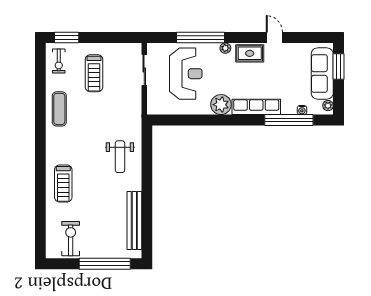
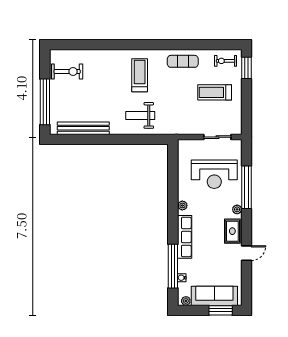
plant: (221, 105) -> (182, 205), width x0.53, depth x0.53
treadmill: (63, 183) -> (140, 75), moved, turned 90

